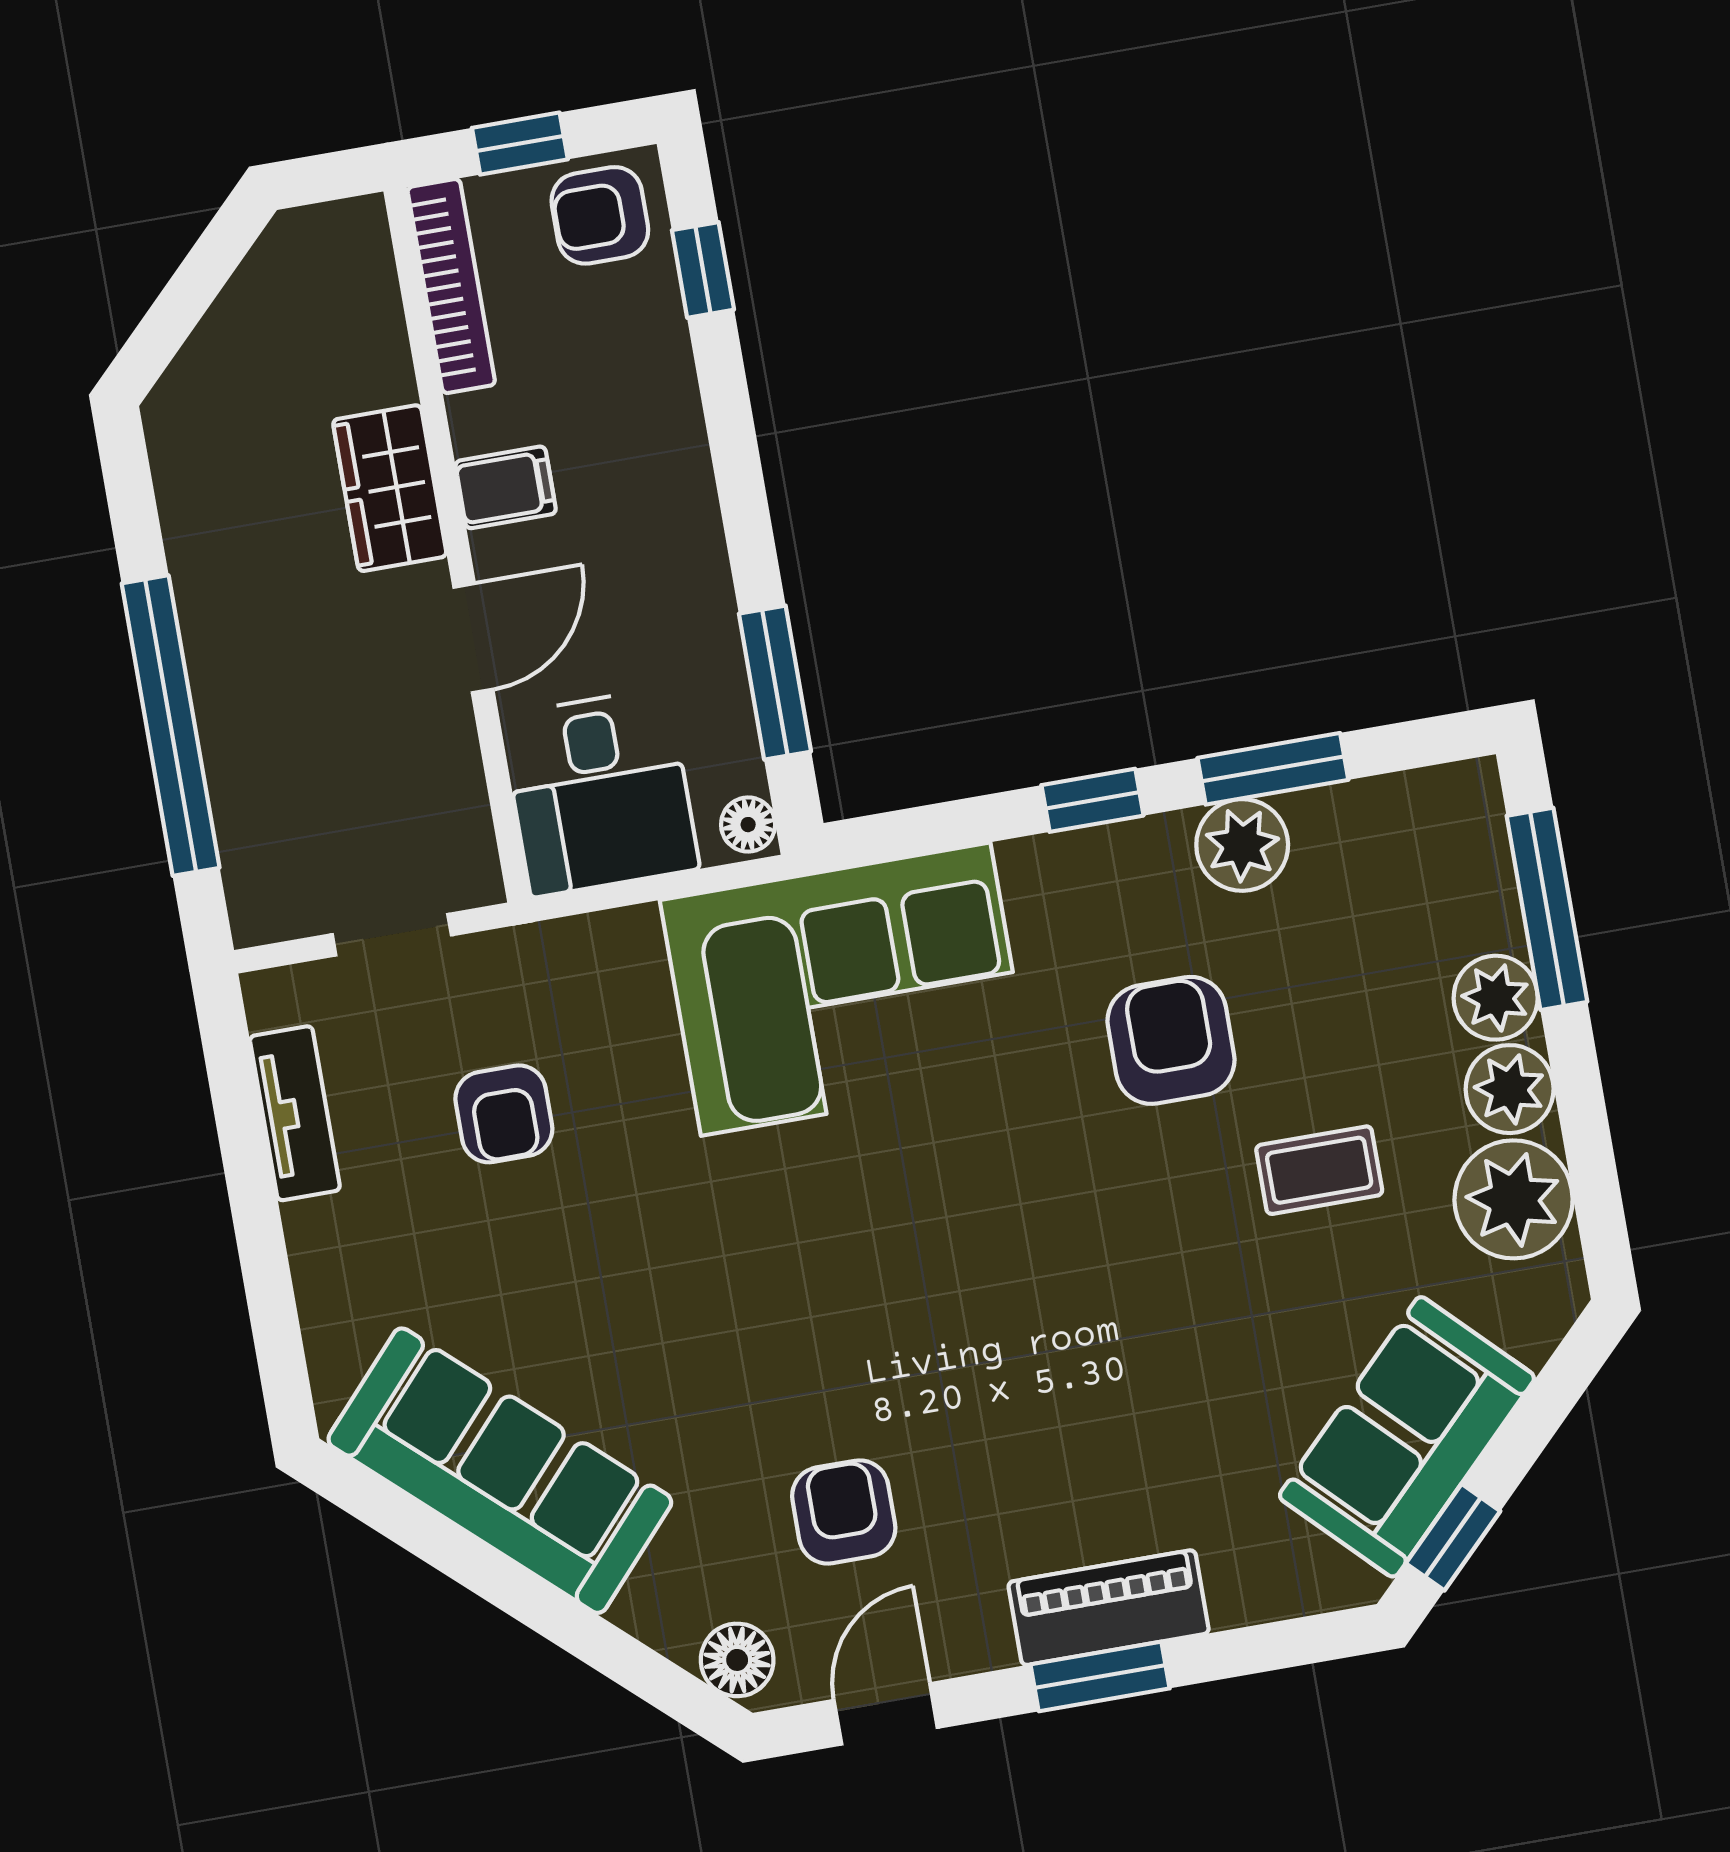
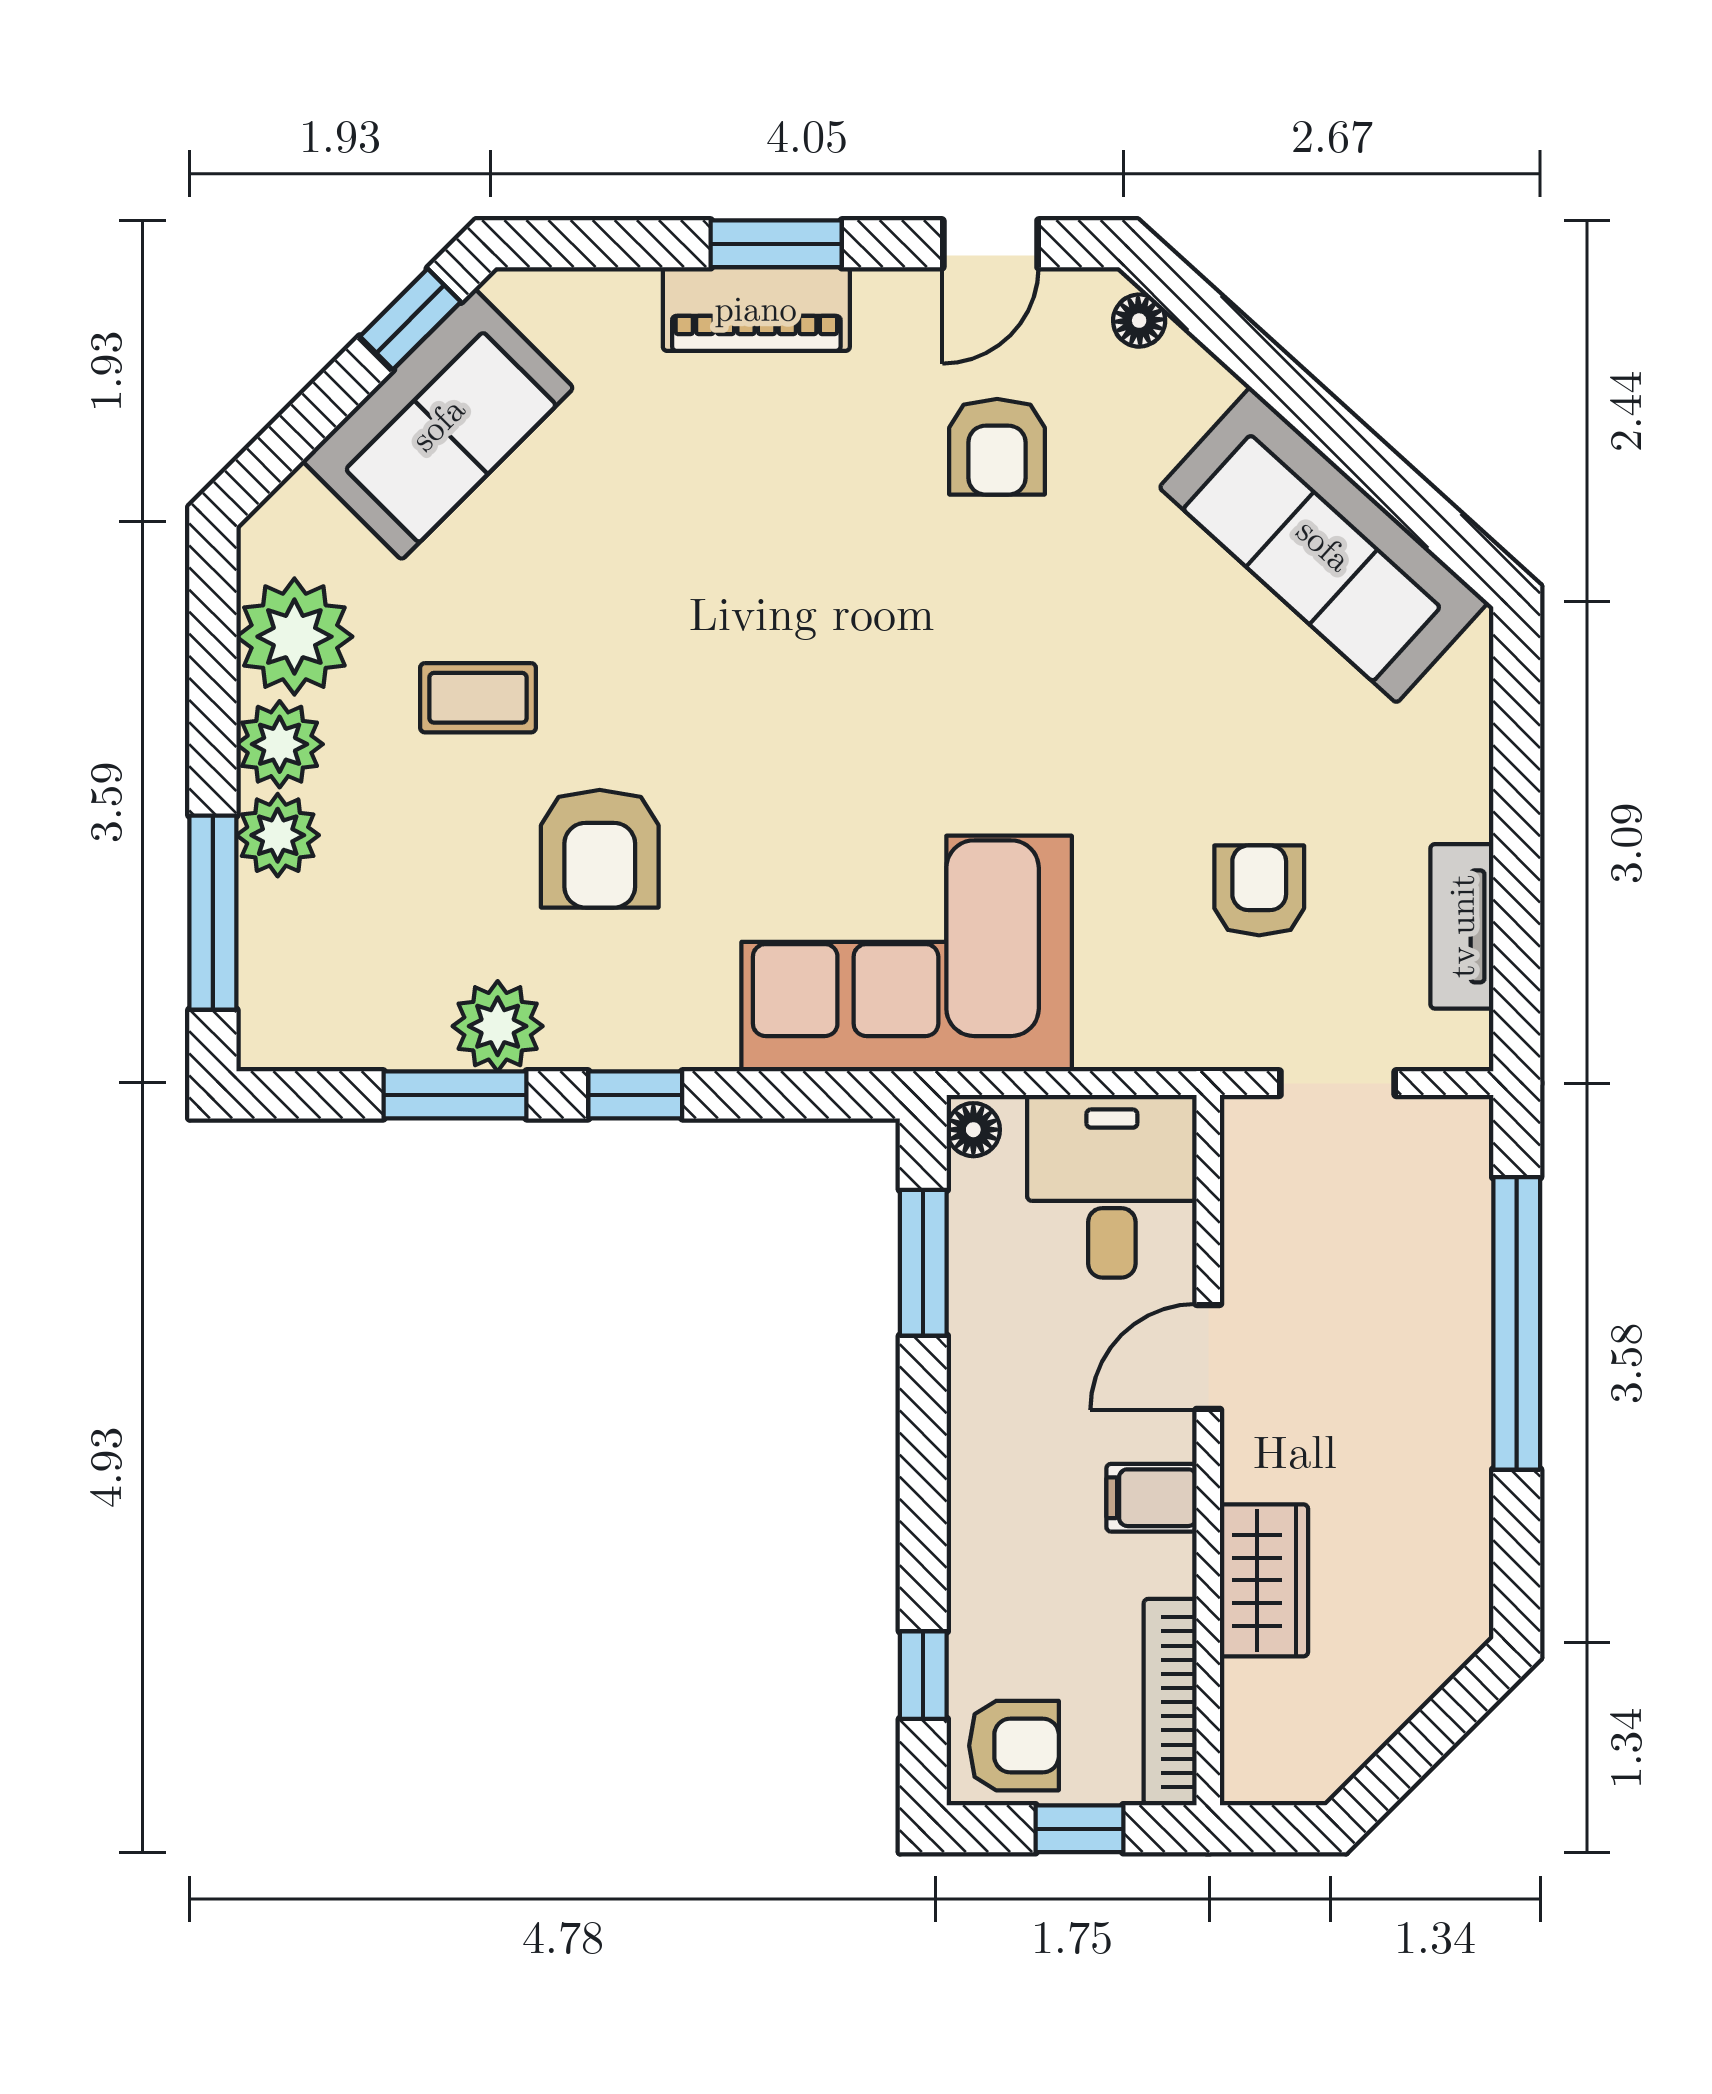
wardrobe: (390, 488) -> (1264, 1580), moved
floor lamp: (737, 1660) -> (1139, 321), width x0.73, depth x0.73

